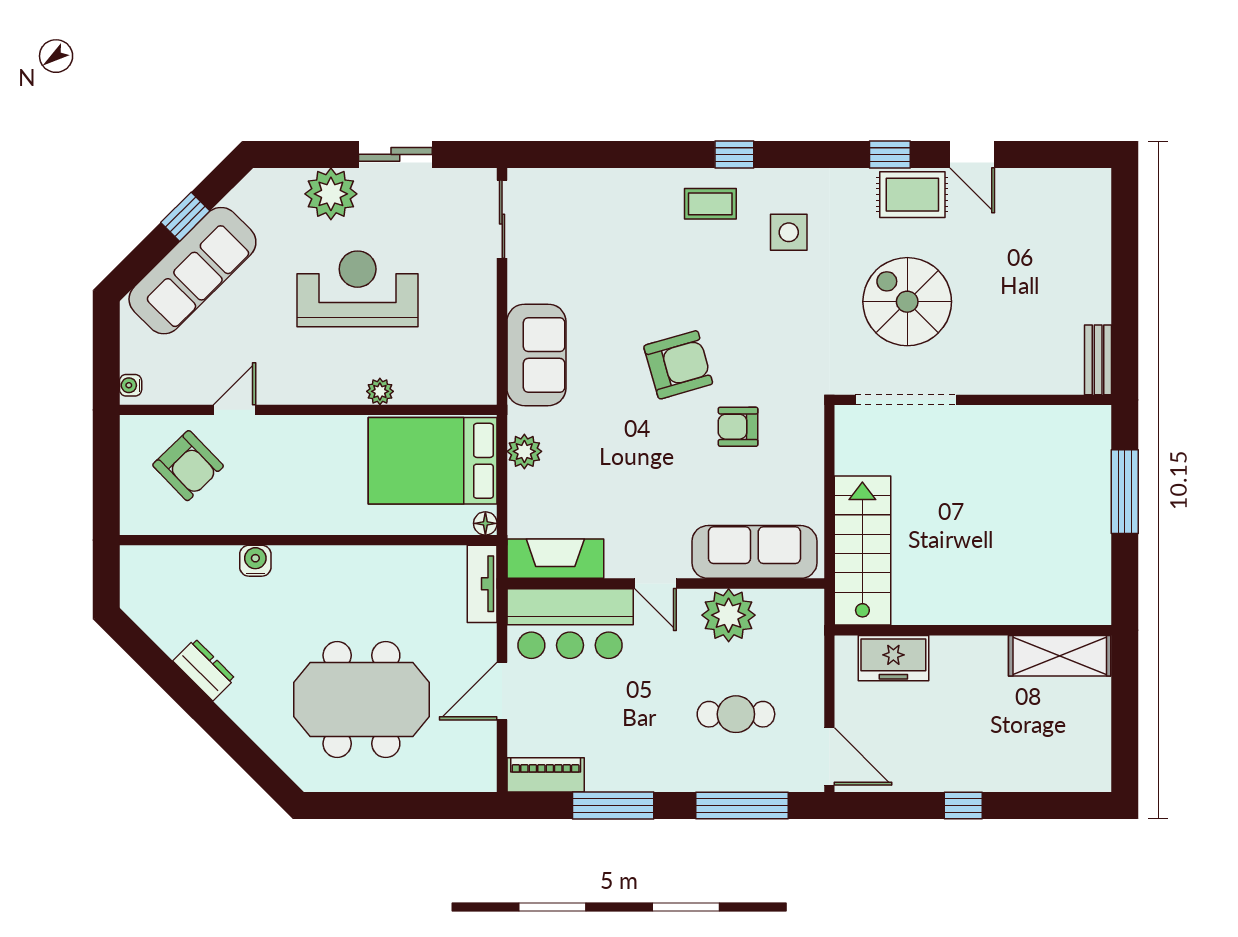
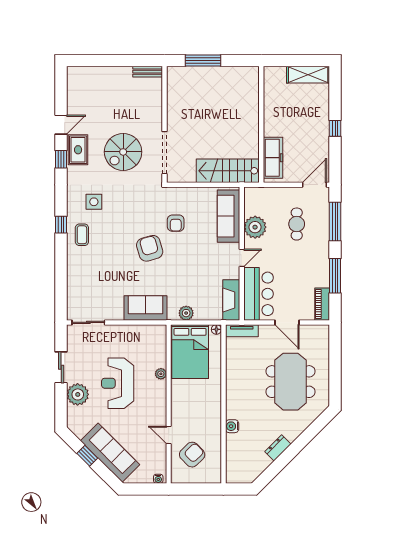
shelving: (1060, 656) -> (308, 75), moved, turned 90
freezer: (893, 658) -> (273, 158), width x1.40

